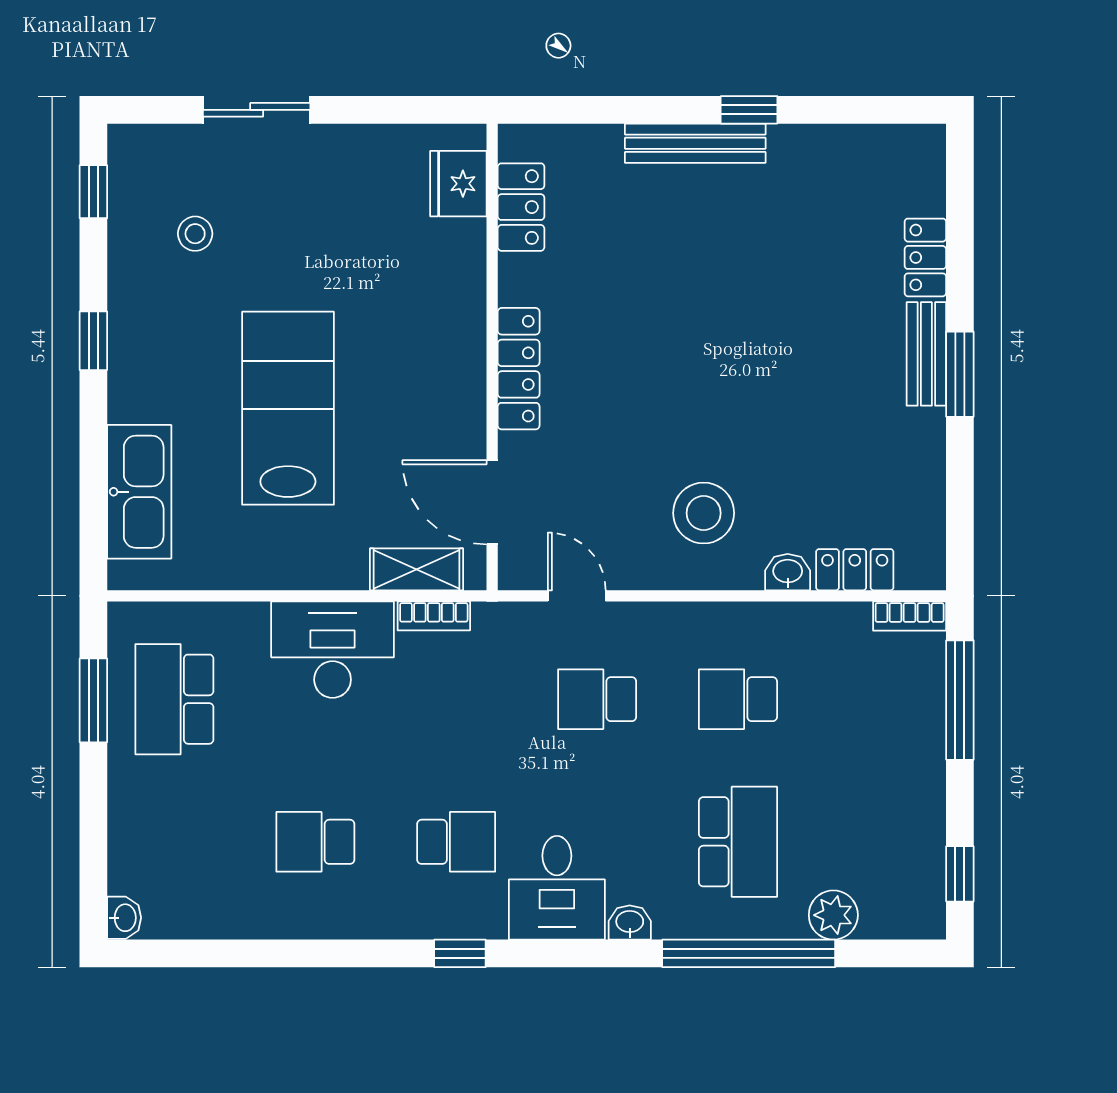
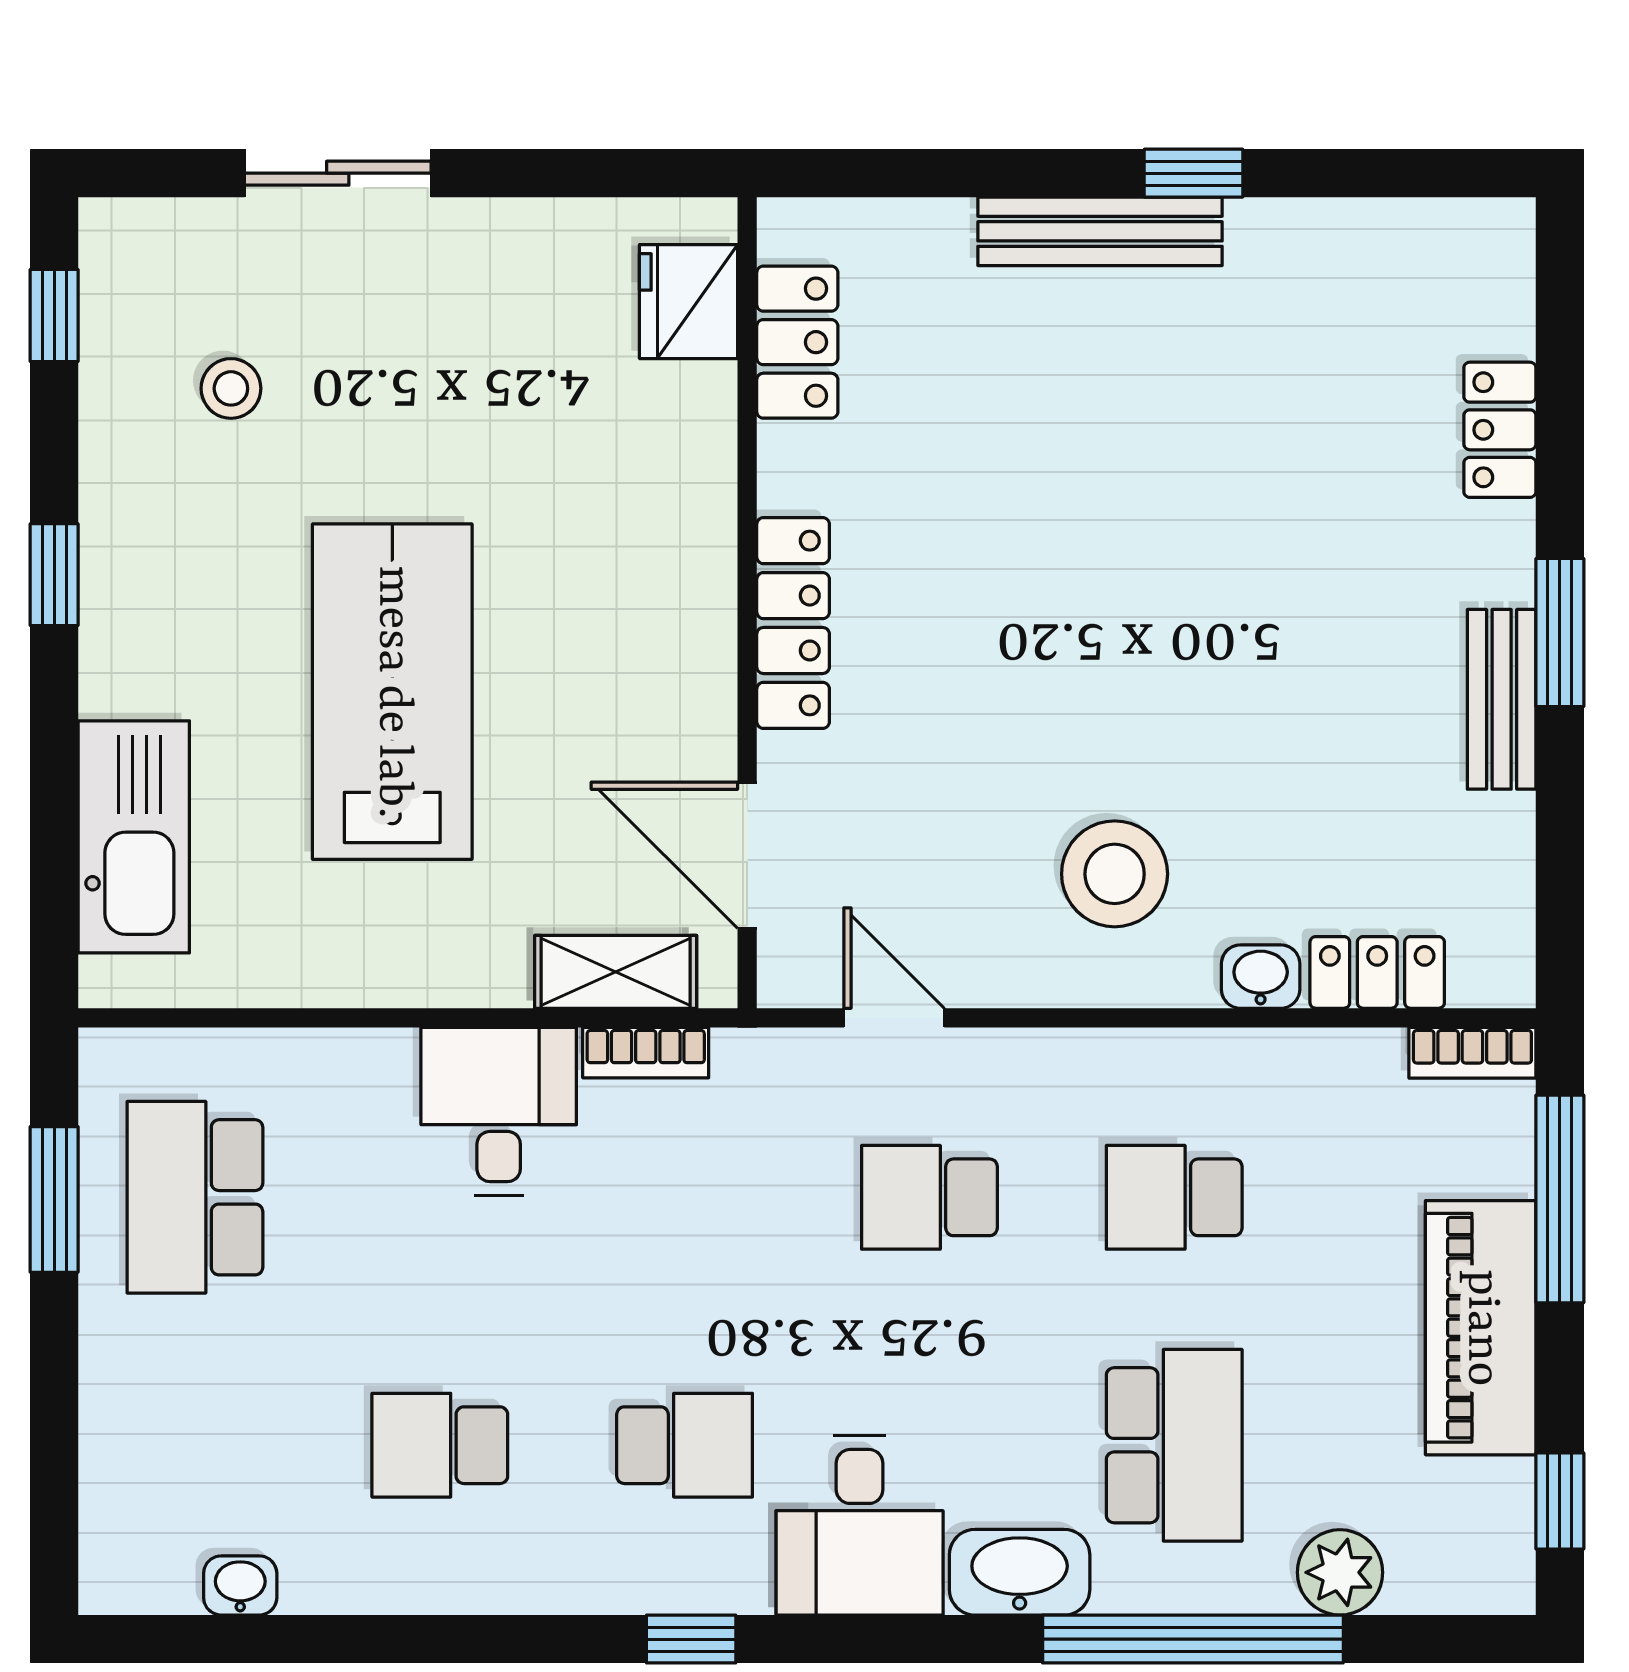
bench: (926, 354) -> (1502, 699), moved
desk: (333, 650) -> (499, 1111), width x0.73
piano: (914, 774) -> (1481, 1328), added
washbasin: (124, 918) -> (240, 1585), moved, turned -90
washbasin: (630, 923) -> (1020, 1572), width x1.91, depth x1.45

